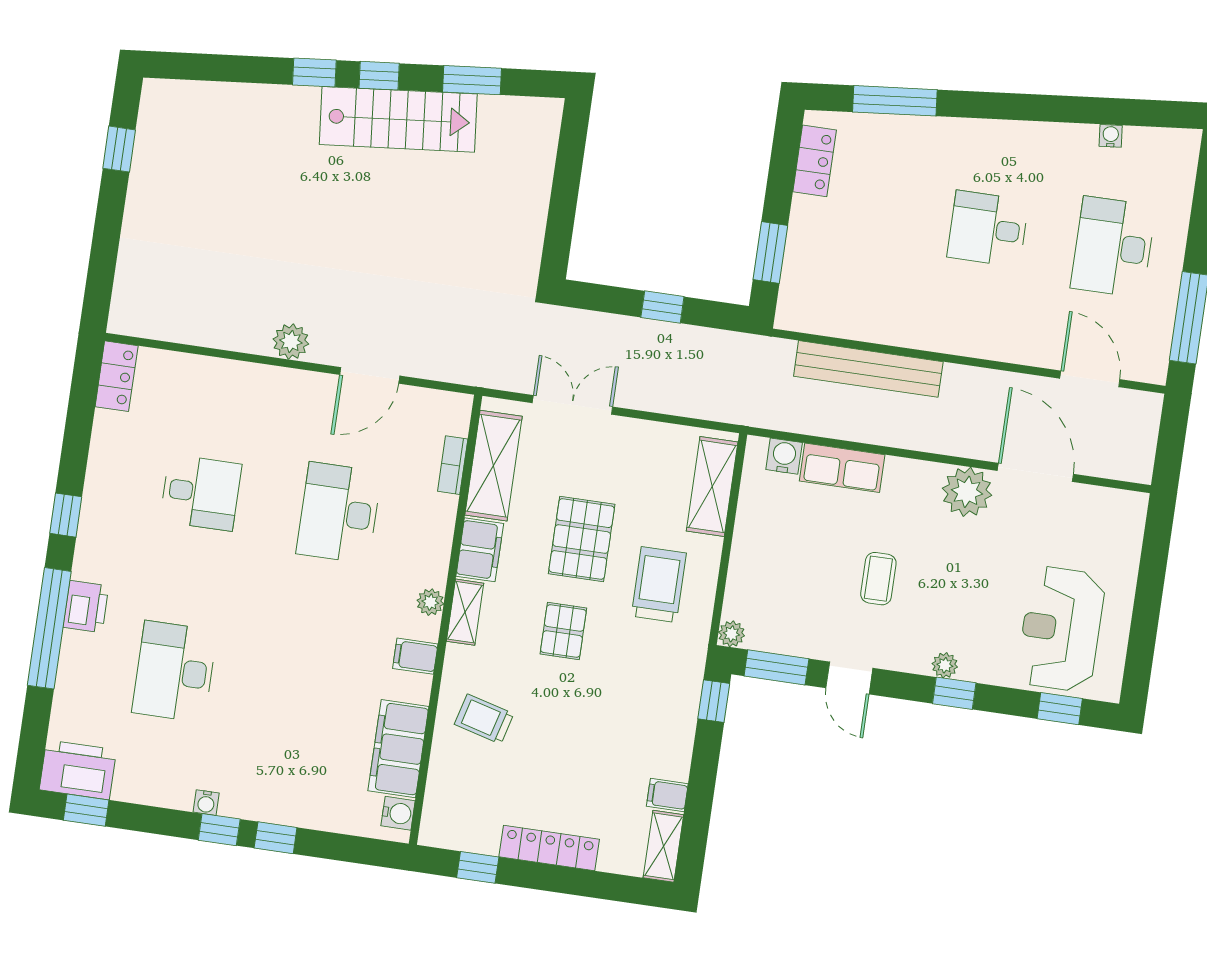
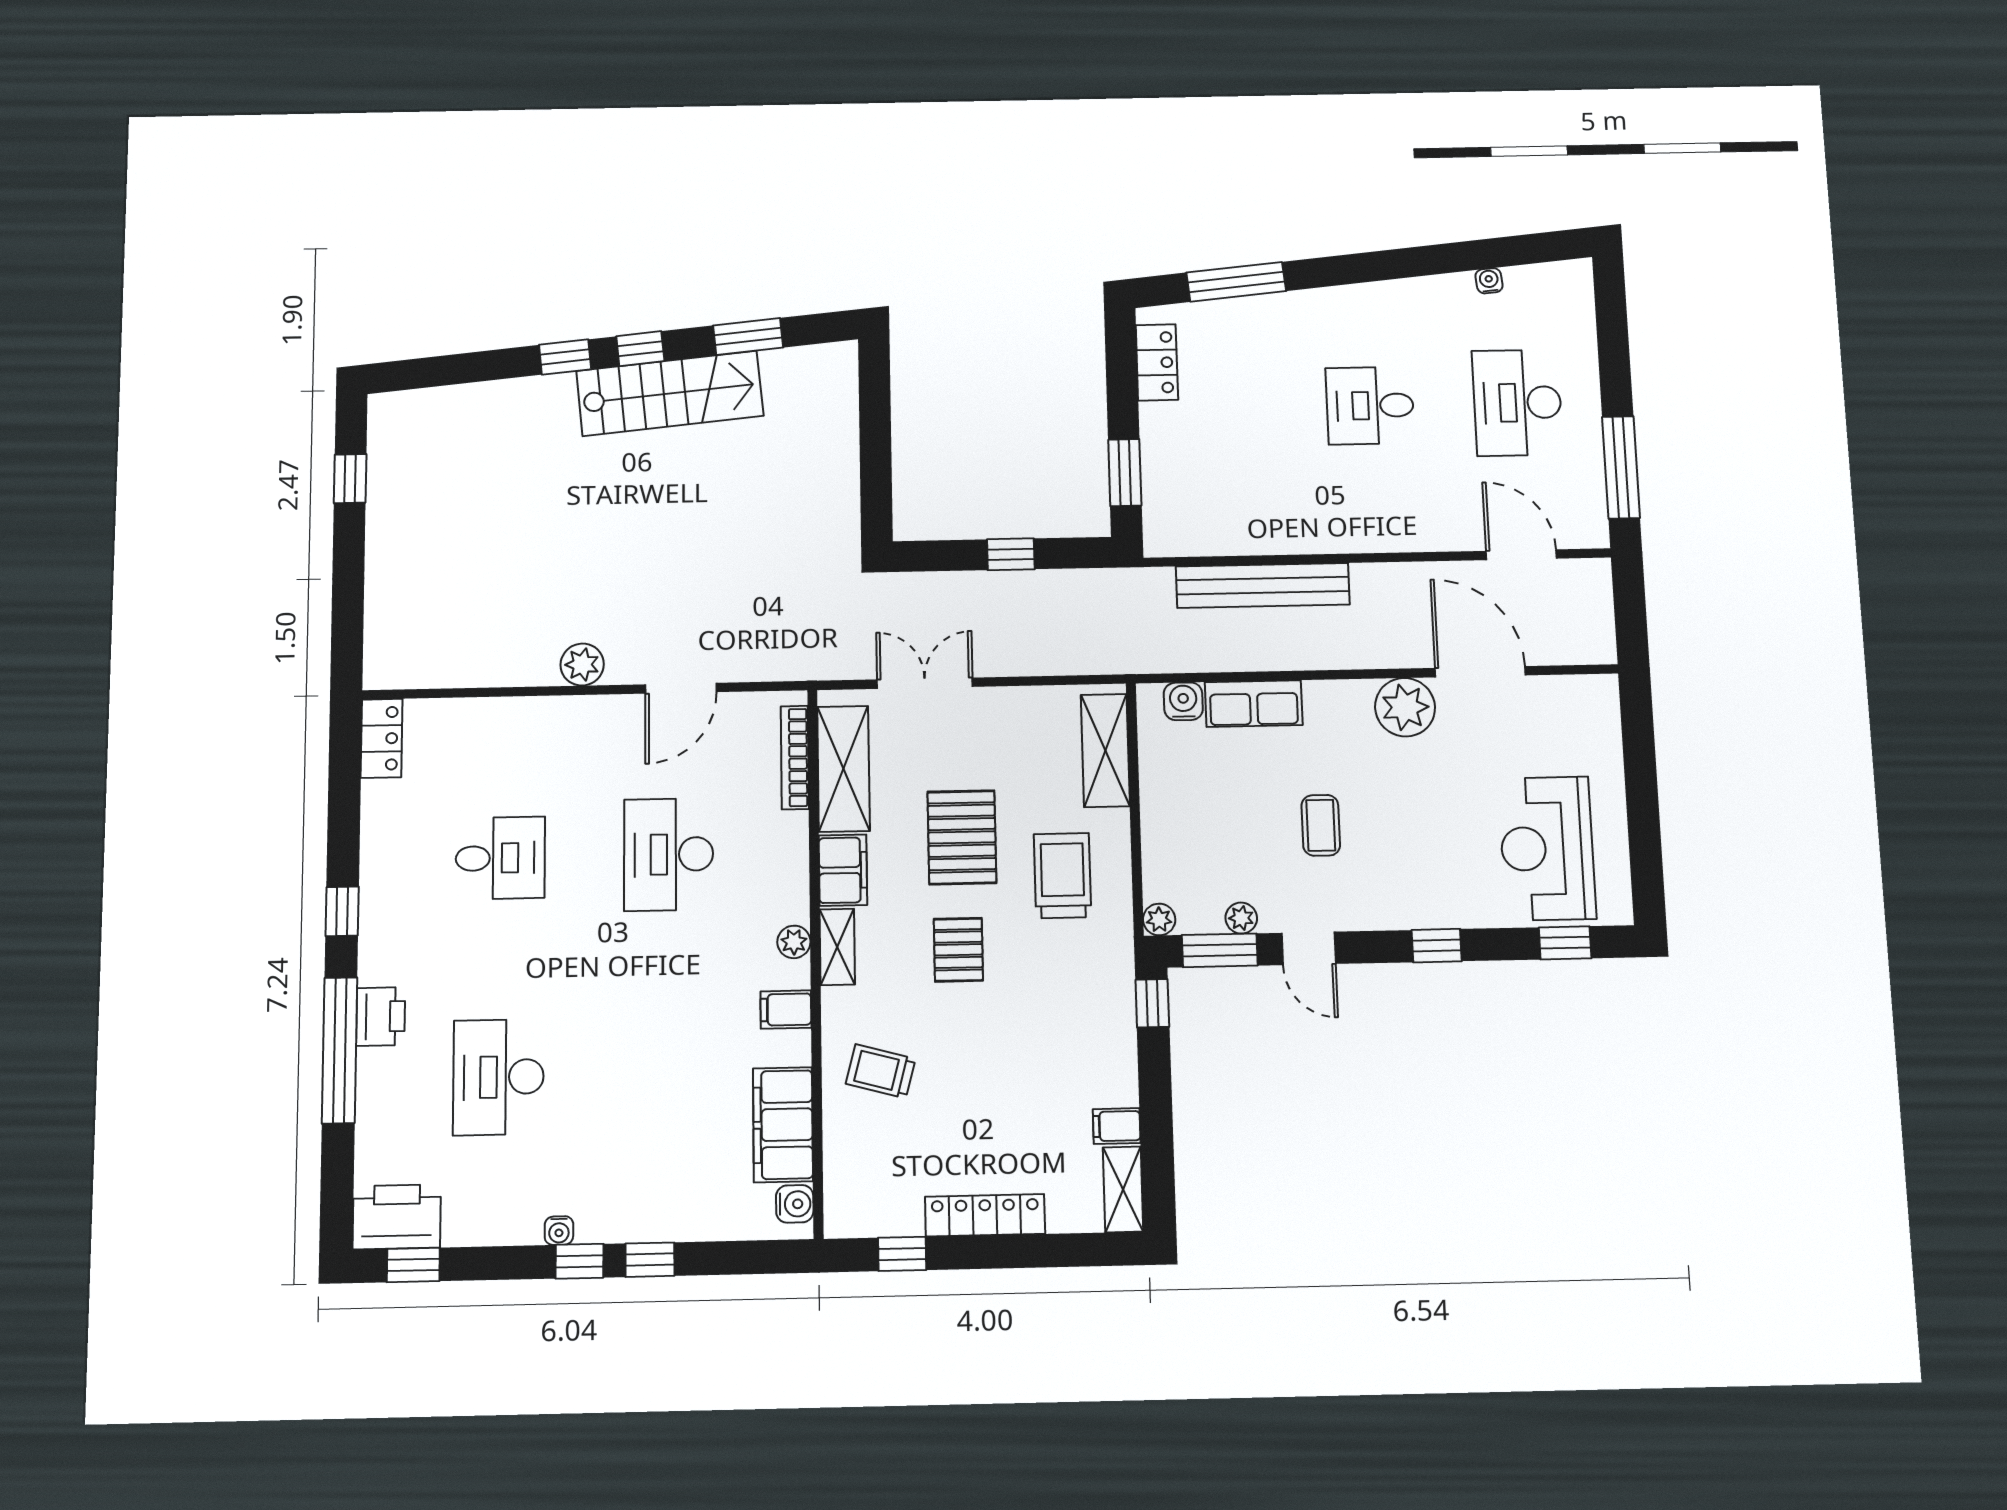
bookcase: (453, 465) -> (795, 758), width x1.56
plant: (945, 665) -> (1241, 918), moved

